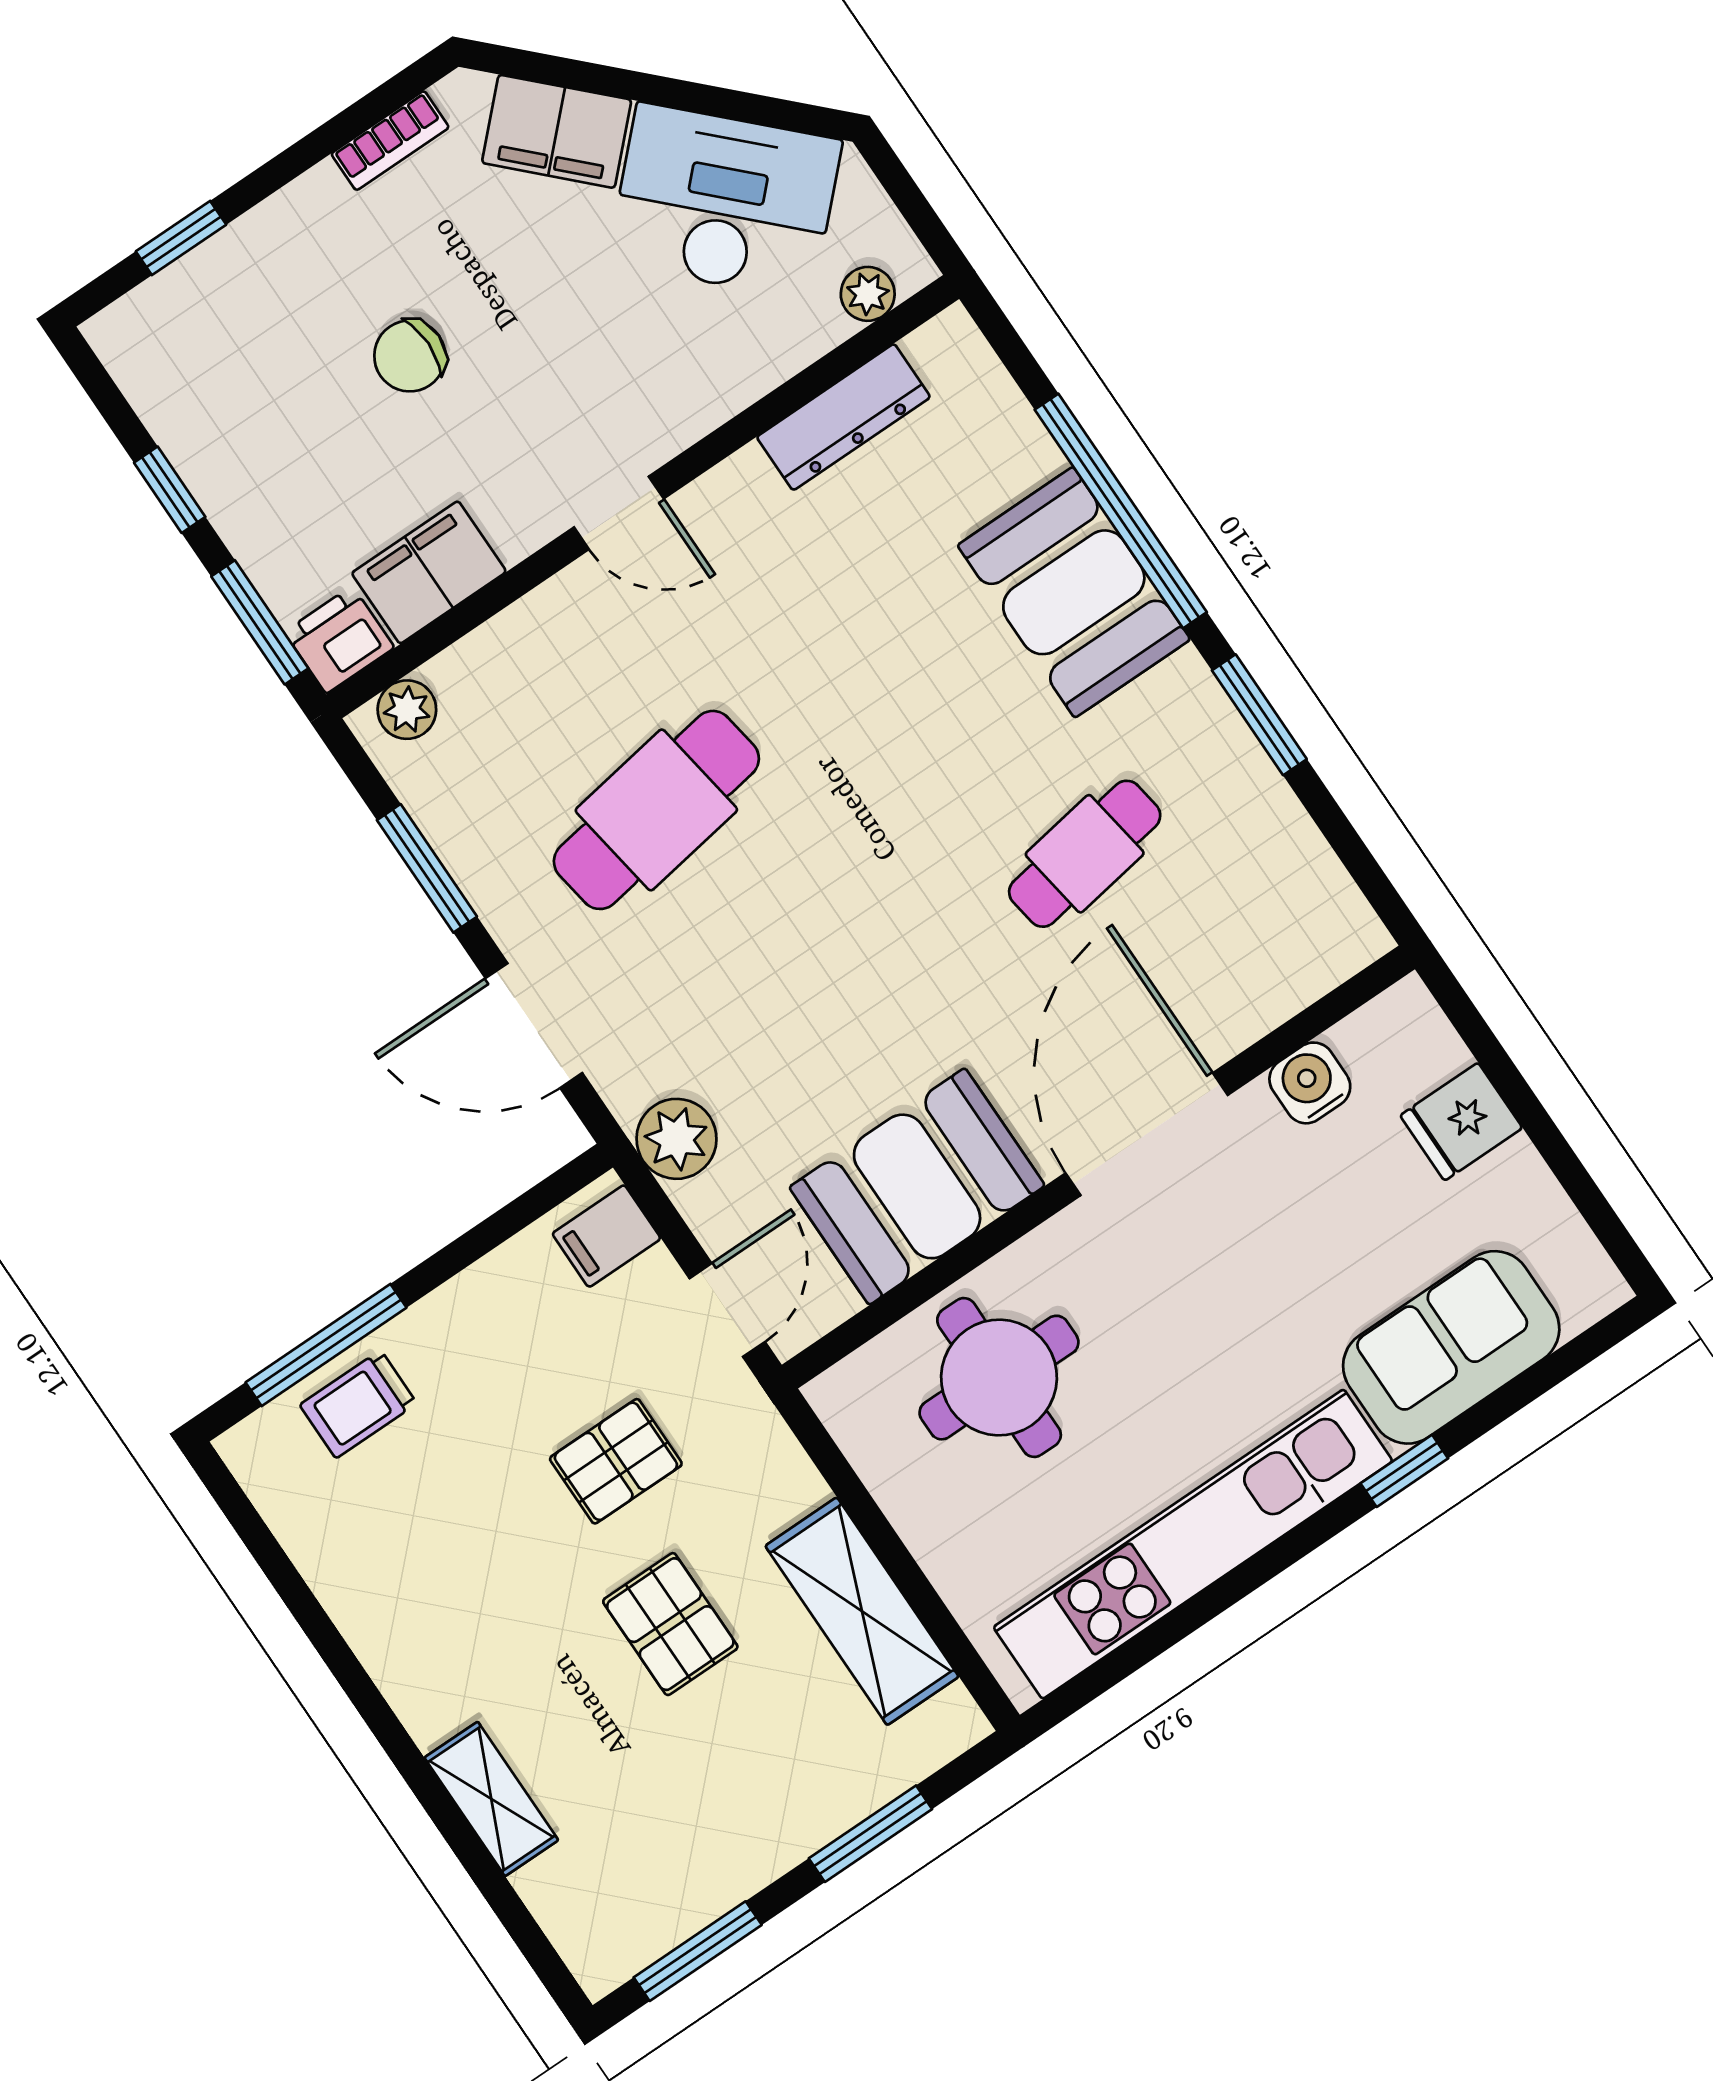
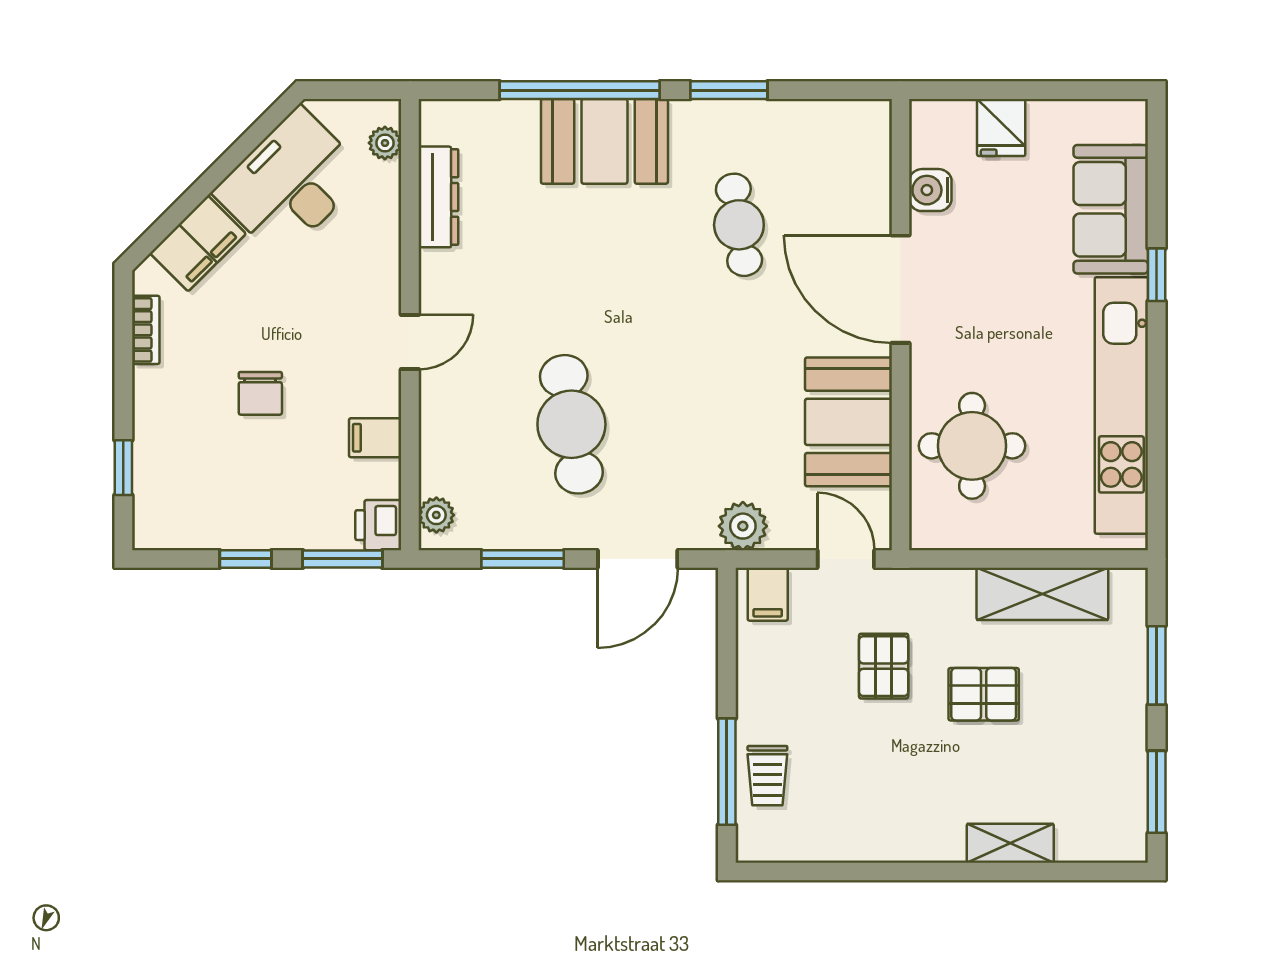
filing cabinet: (429, 572) -> (375, 438), width x0.50

